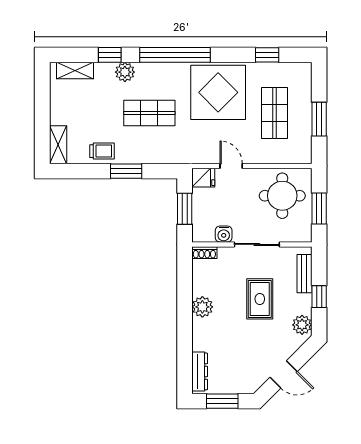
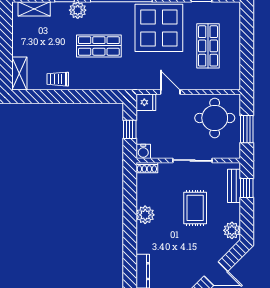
window: (319, 119) -> (247, 51), removed
trolley: (102, 151) -> (58, 79), turned 180
window: (126, 171) -> (79, 97), removed
window: (185, 209) -> (130, 129), width x0.67
water cooler: (224, 234) -> (143, 151), moved
window: (319, 297) -> (247, 188), moved

